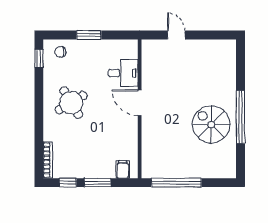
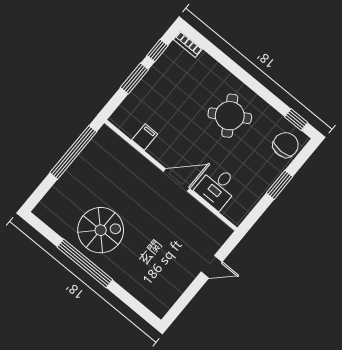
chair: (60, 52) -> (286, 145), width x1.87, depth x1.87
bookcase: (48, 160) -> (188, 44), width x0.64
filing cabinet: (123, 170) -> (145, 137), moved, turned -90

